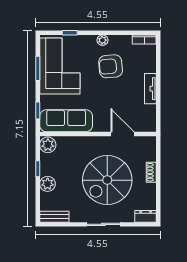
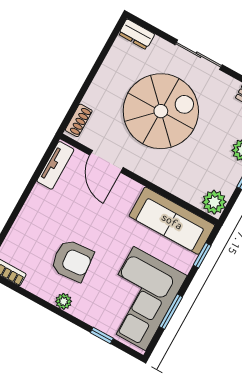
tv unit: (150, 89) -> (55, 165), moved
shoe rack: (151, 172) -> (79, 120), moved

